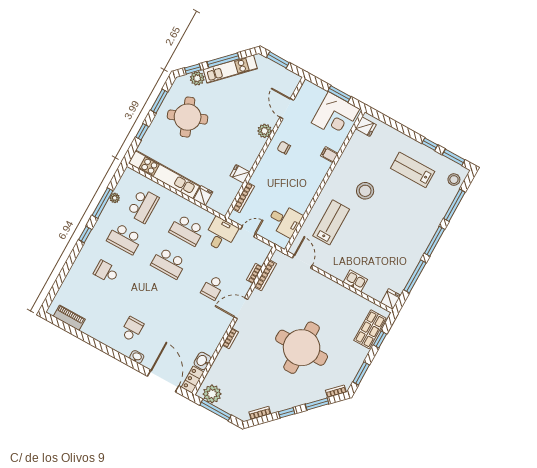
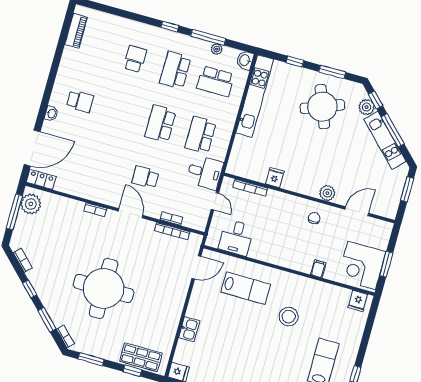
fridge: (203, 196) -> (242, 144), removed
washbasin: (202, 361) -> (245, 60), moved, turned -90

